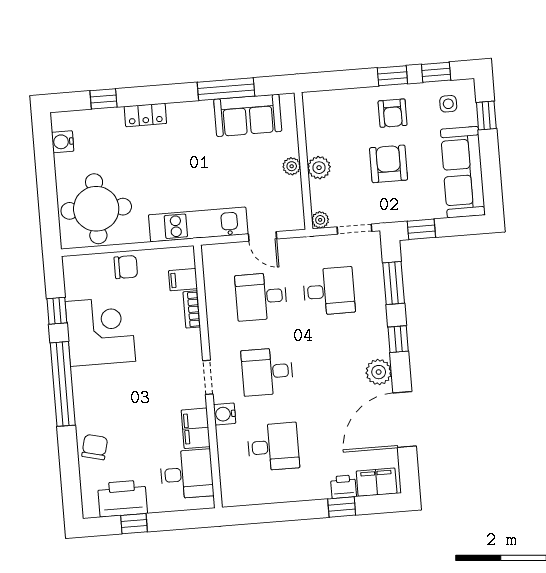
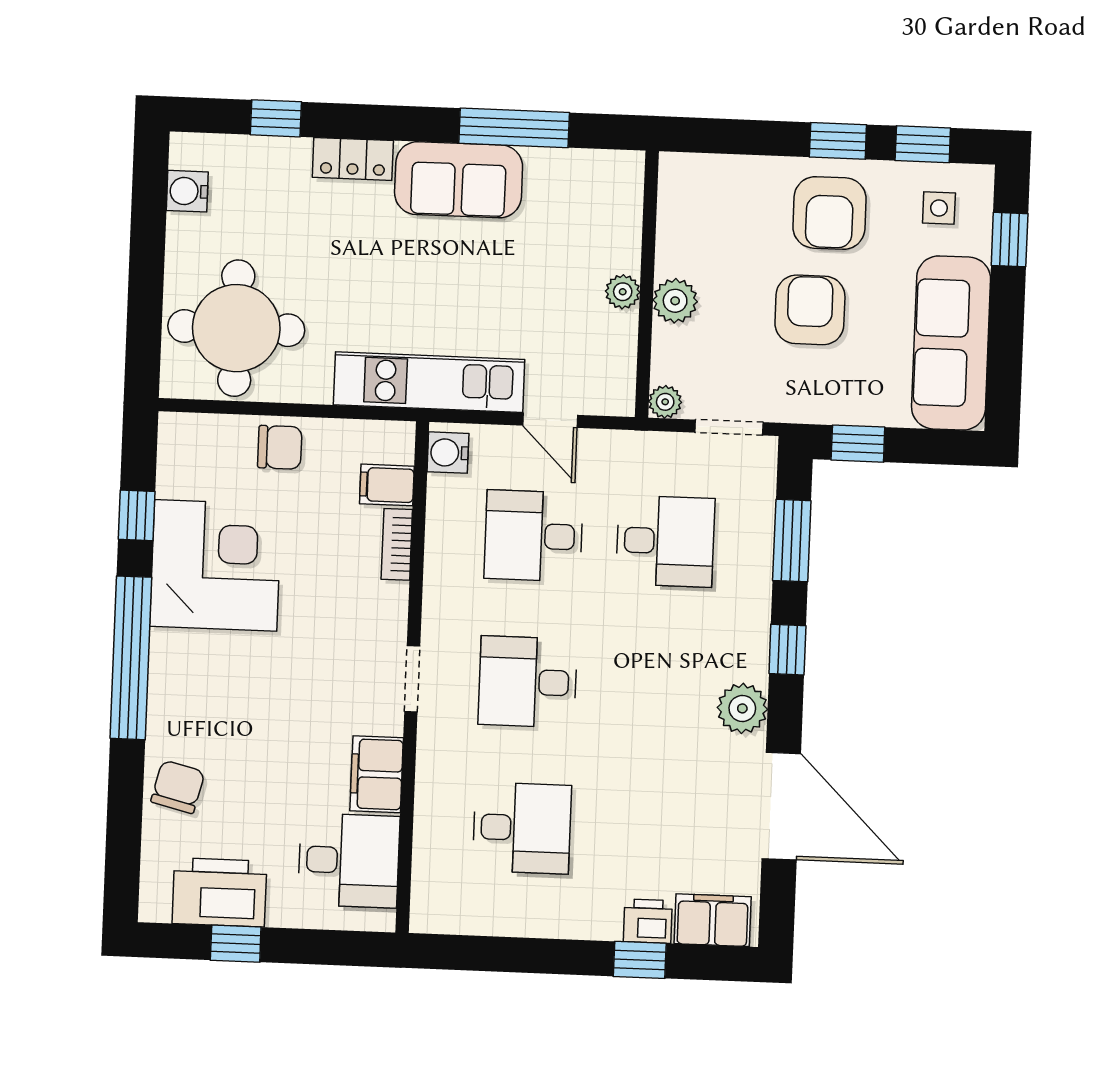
armchair: (393, 113) -> (829, 213), width x1.38, depth x1.38
sofa: (248, 115) -> (459, 180), moved
water cooler: (225, 414) -> (448, 453), moved
door: (405, 420) -> (781, 806), swing flipped

